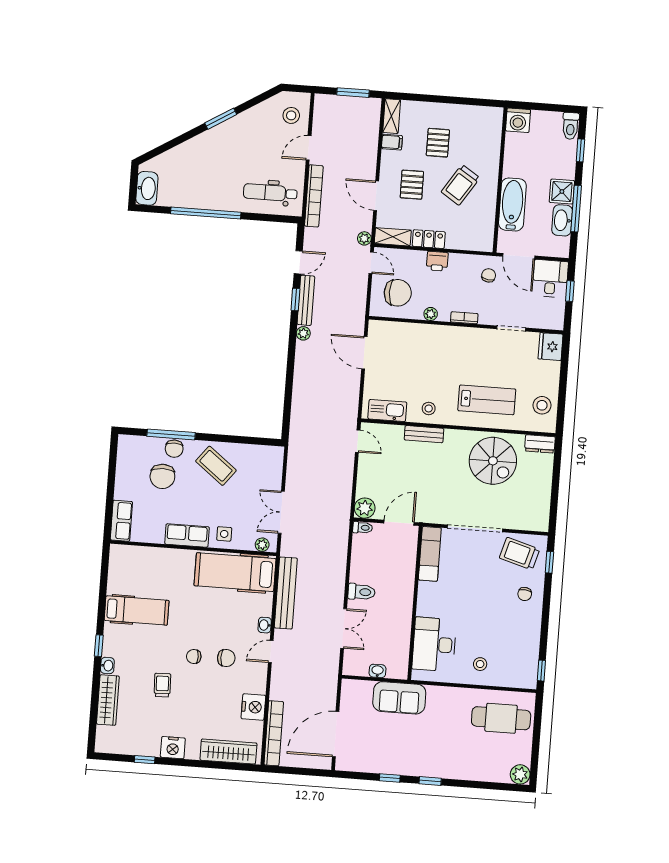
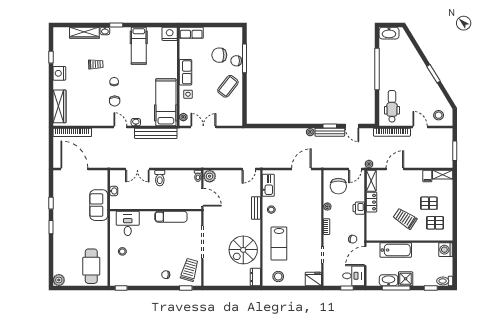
pallet: (412, 185) -> (435, 223), moved
exam couch: (430, 554) -> (171, 217), moved
desk: (434, 644) -> (128, 223), width x0.73
nightstand: (253, 707) -> (170, 34), moved, turned 180

